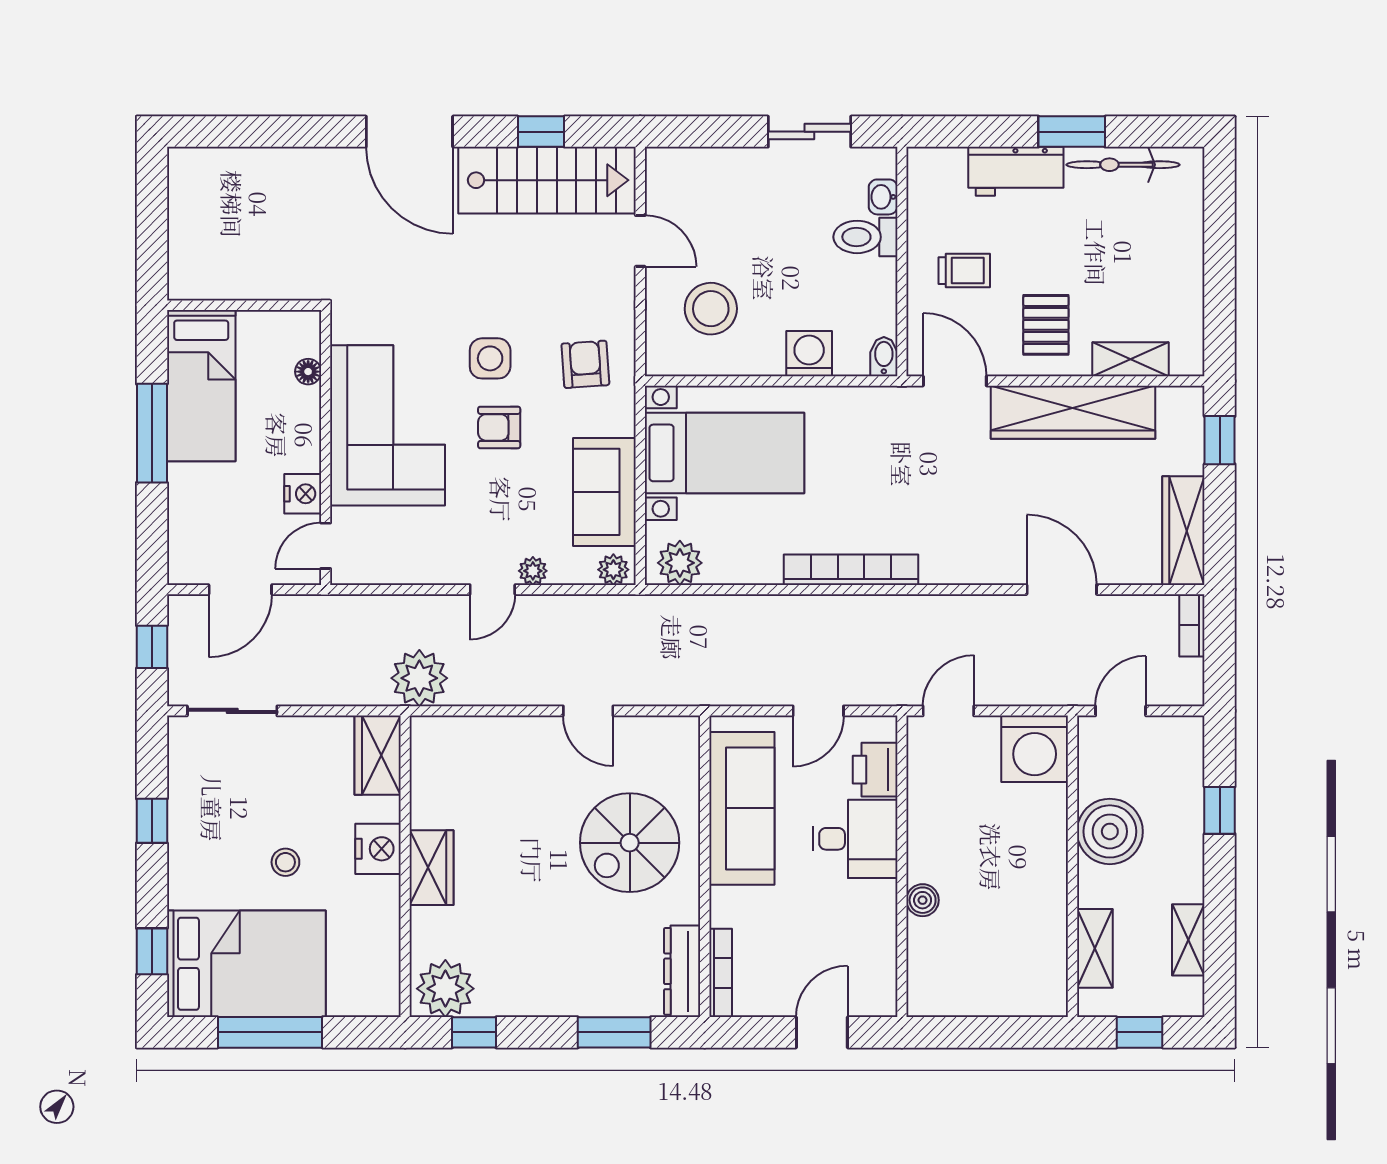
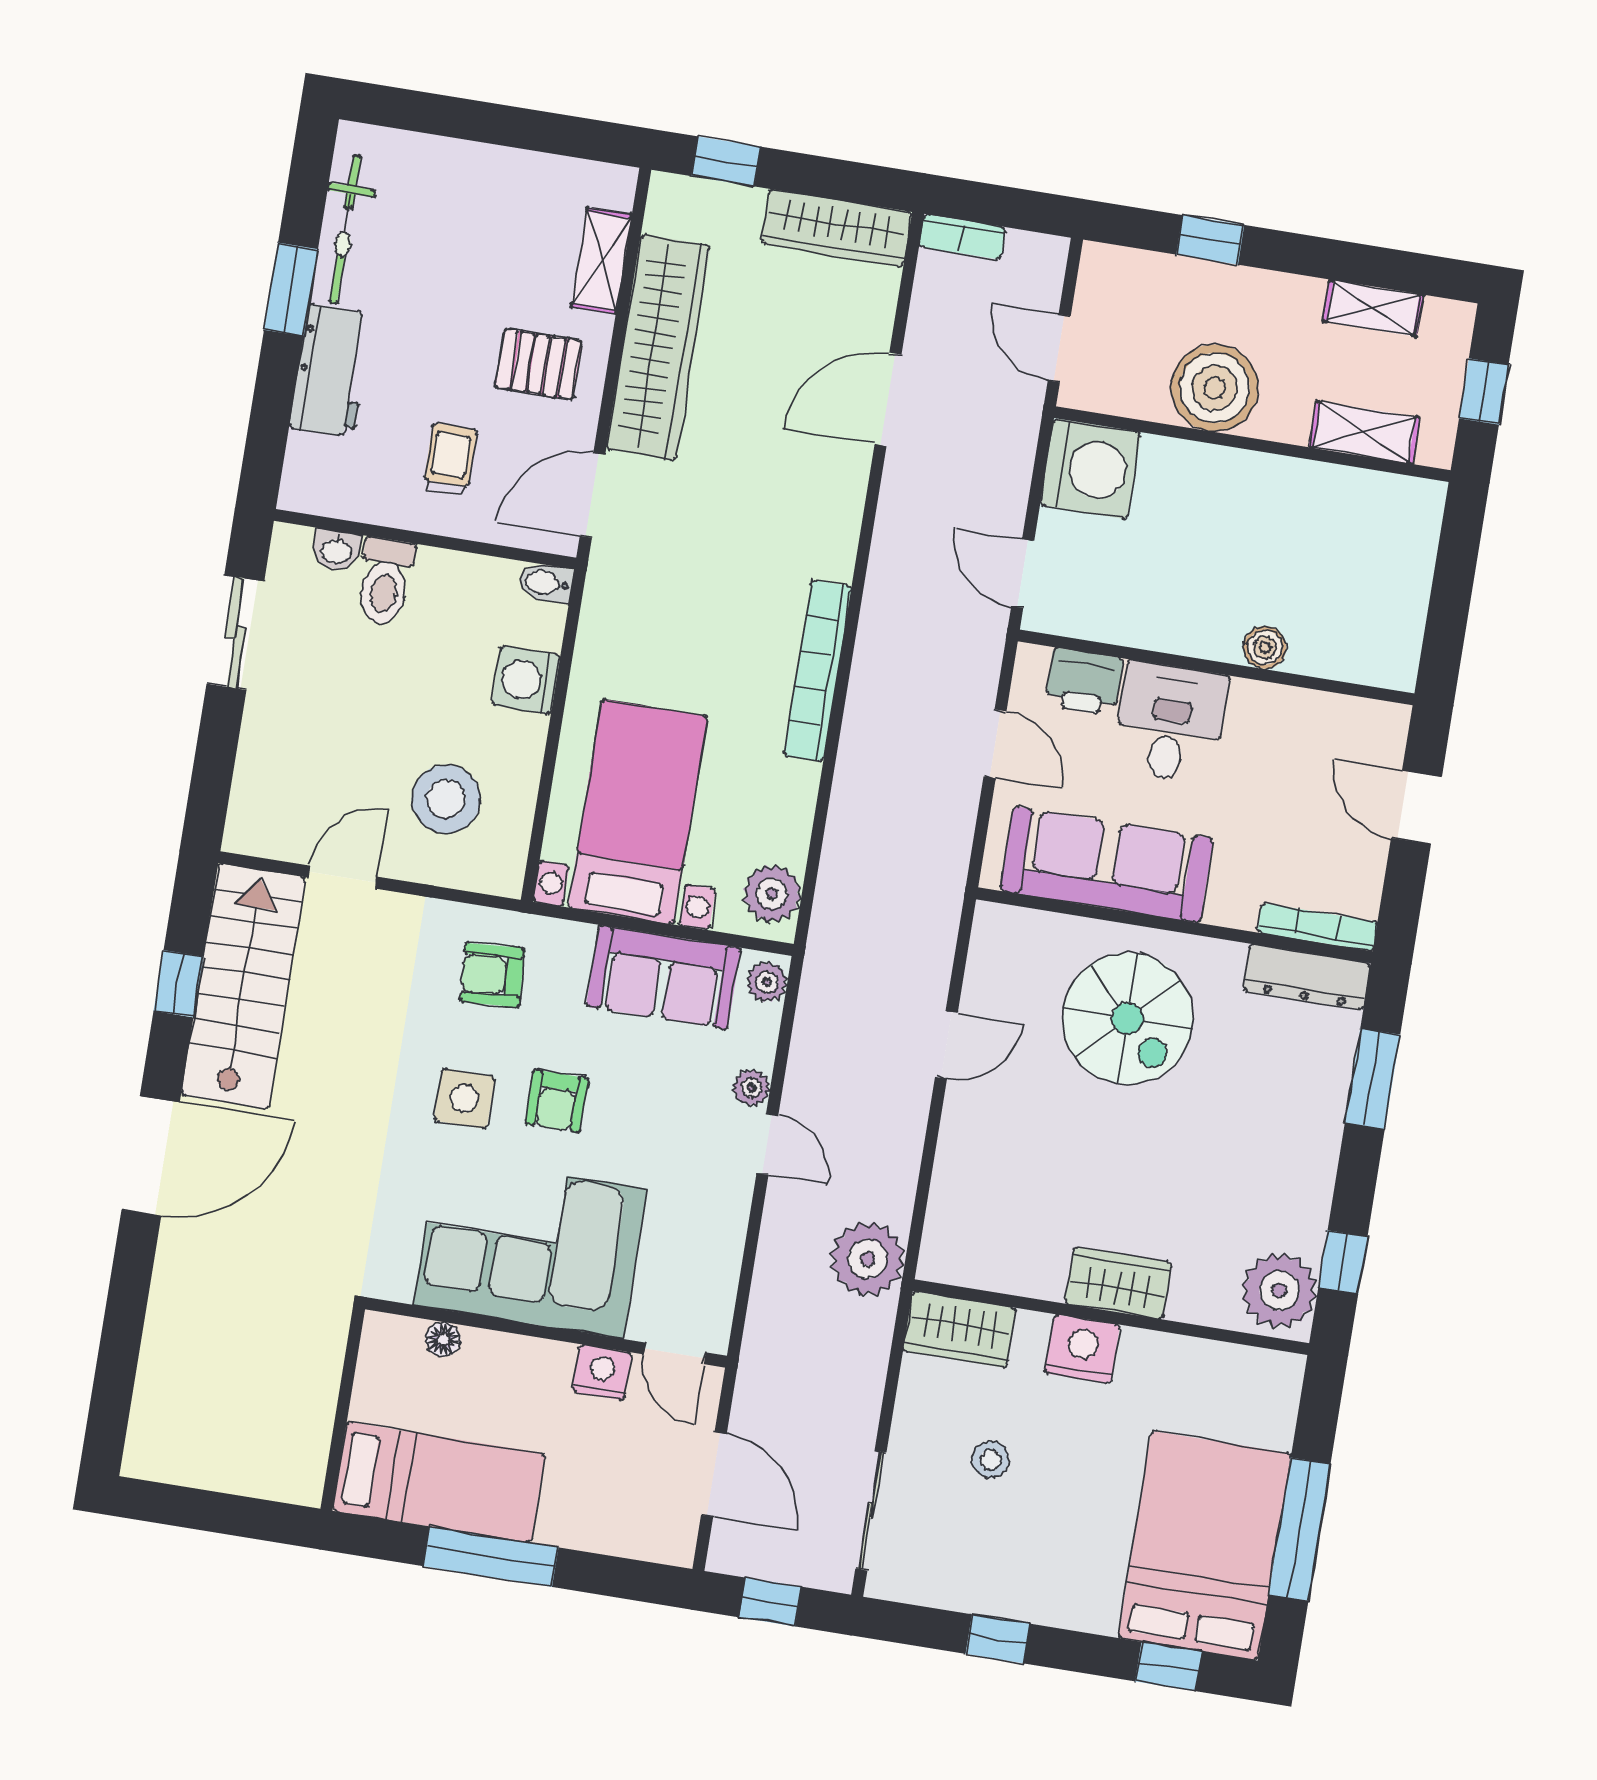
stool: (285, 862) -> (990, 1459), moved

